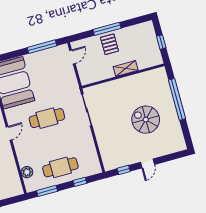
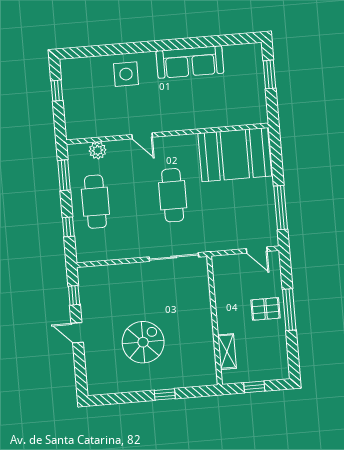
shelving: (126, 69) -> (227, 352), moved
window: (177, 99) -> (165, 394), width x0.32
door: (9, 133) -> (142, 136), moved

